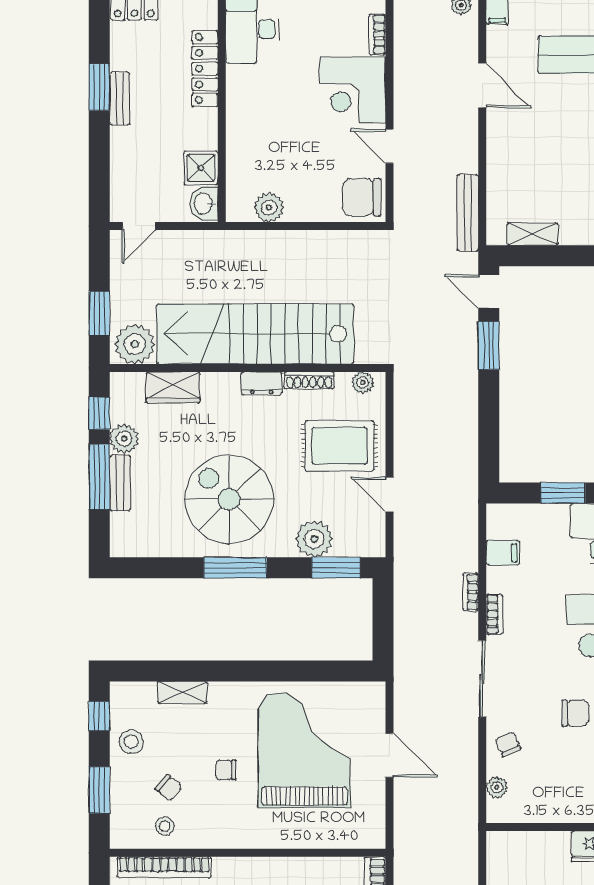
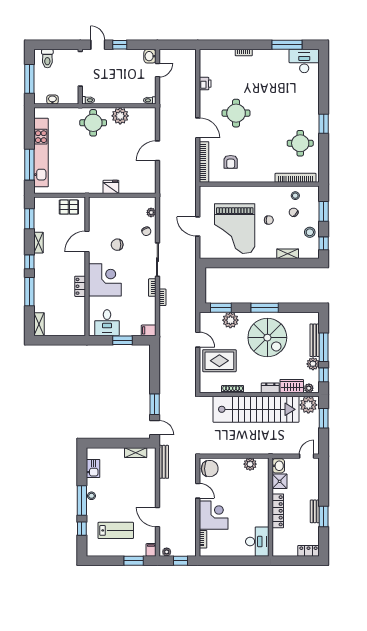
locker: (205, 69) -> (278, 511), moved
plant: (363, 382) -> (309, 388), moved
dresser: (262, 383) -> (270, 388), moved
bench: (120, 483) -> (315, 340), width x1.36
filing cabinet: (503, 553) -> (149, 330), moved

